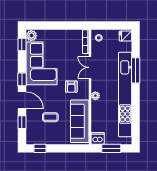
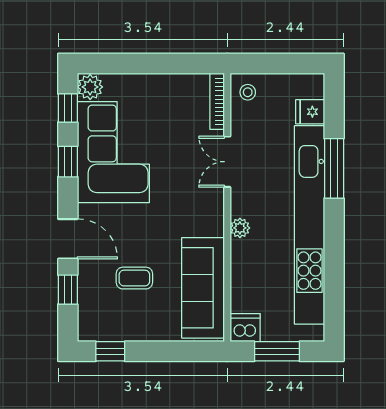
fridge: (125, 36) -> (310, 112), moved
window: (22, 79) -> (68, 162), moved
armchair: (71, 87) -> (183, 207), removed

